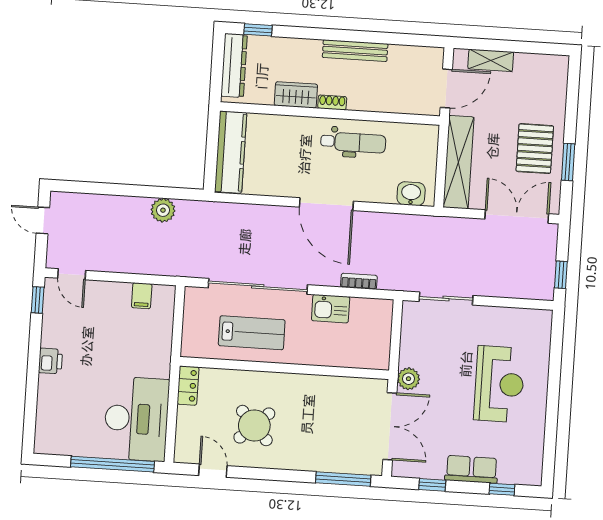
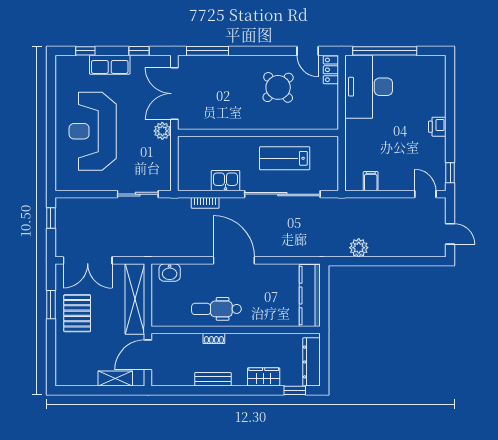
bench: (355, 51) -> (213, 379), width x0.73
wardrobe: (296, 95) -> (264, 377), moved, turned 180
shoe rack: (332, 102) -> (214, 338), moved
reception desk: (499, 384) -> (93, 131), width x1.36, depth x1.30
locker: (188, 386) -> (331, 70), moved

